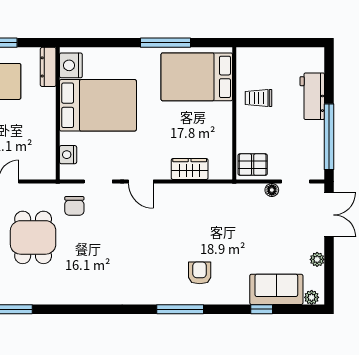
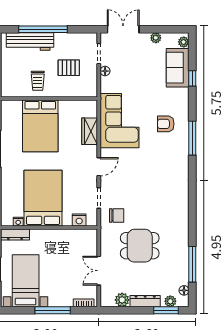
nightstand: (71, 65) -> (18, 222), width x0.53, depth x0.56
bed: (197, 77) -> (40, 126), moved
workbench: (312, 96) -> (30, 41), width x1.38
window: (329, 137) -> (43, 29), moved
pallet: (253, 165) -> (69, 68), moved, turned 90
corner sofa: (204, 210) -> (120, 121), added

